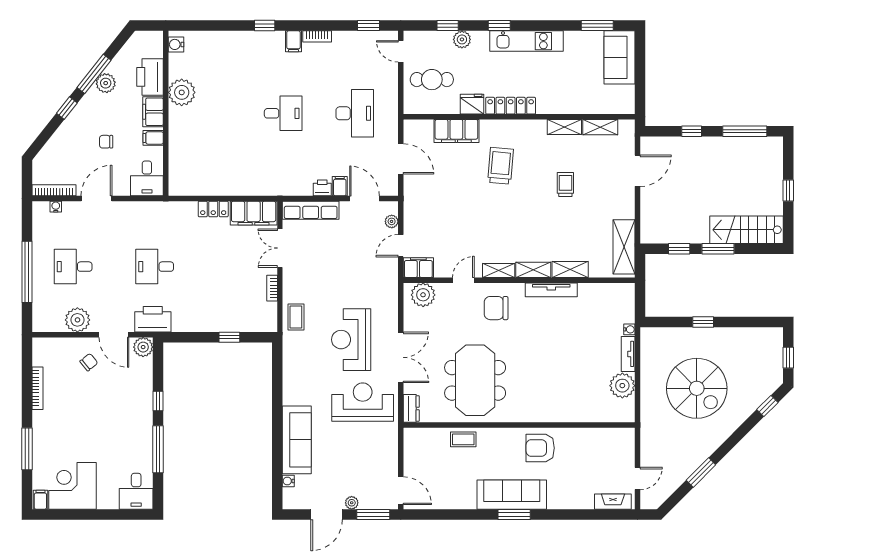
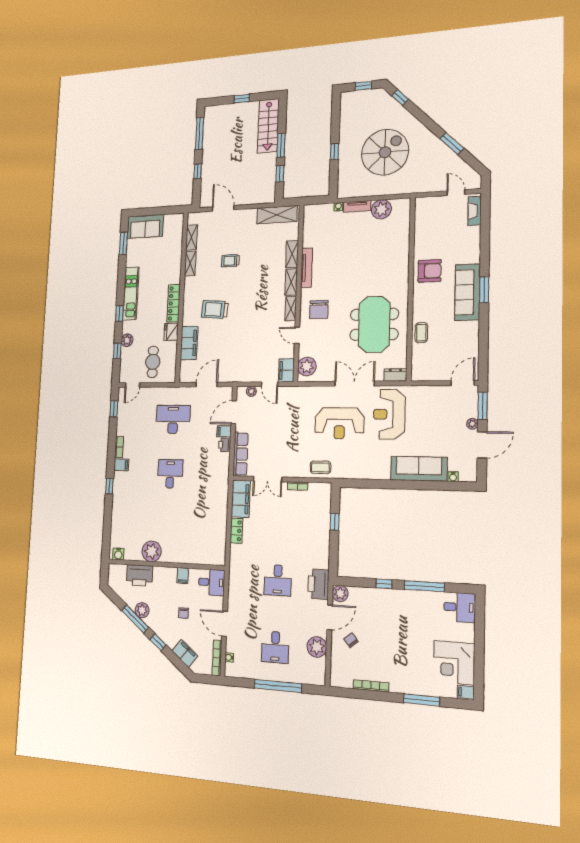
filing cabinet: (153, 112) -> (185, 653), moved, turned -142
meeting table: (475, 380) -> (374, 324), turned 90
armchair: (540, 448) -> (430, 271), turned -90
door: (327, 514) -> (482, 445), hinge flipped

